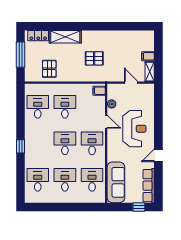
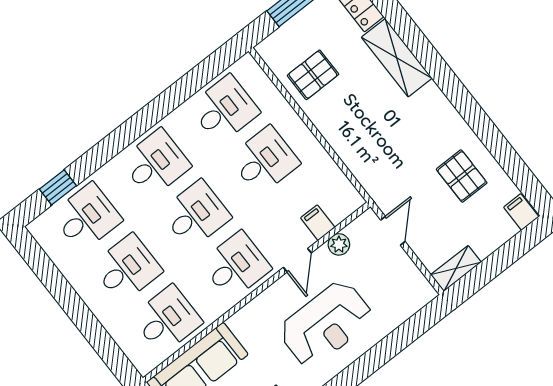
filing cabinet: (148, 56) -> (521, 212), moved
pallet: (94, 58) -> (462, 176), moved
door: (131, 83) -> (393, 231), moved
filing cabinet: (99, 91) -> (318, 223), moved
desk: (38, 143) -> (156, 163), added
window: (21, 146) -> (58, 187), moved

